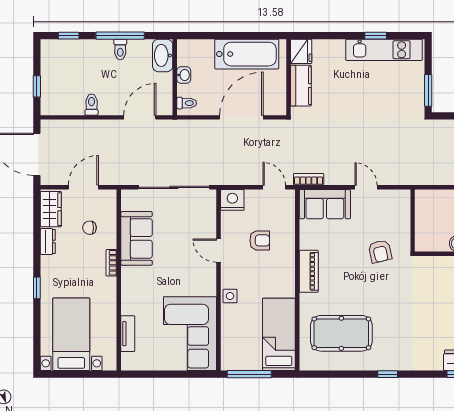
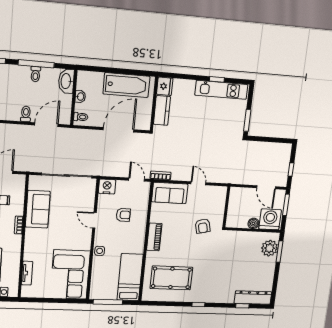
toilet: (92, 105) -> (26, 114), moved

